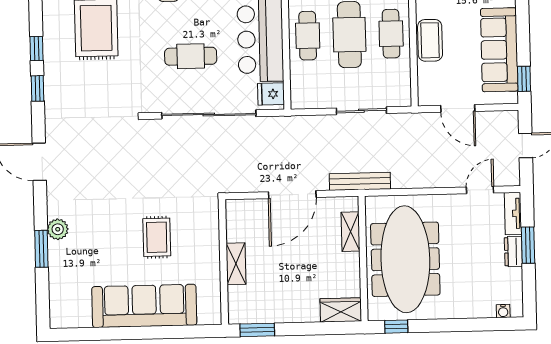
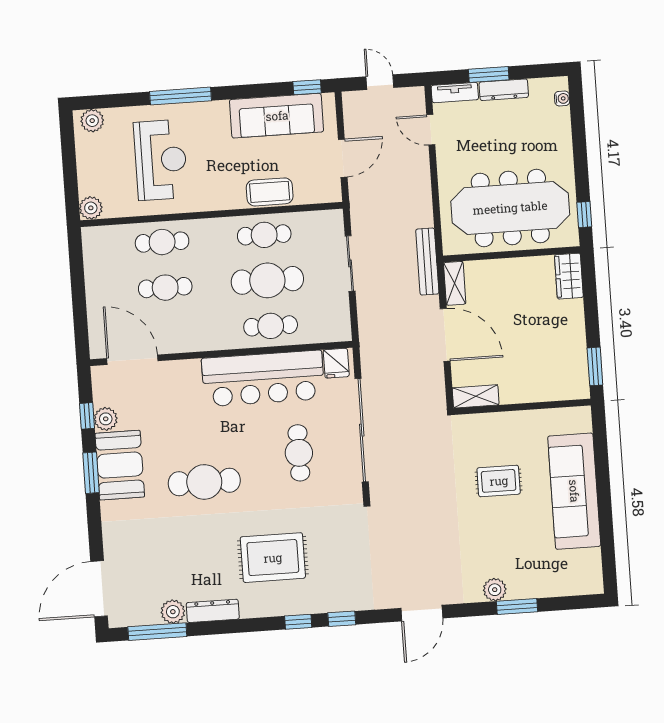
shelving: (350, 232) -> (455, 283), moved, turned 90
dresser: (513, 252) -> (504, 90), width x1.44
shelving: (236, 264) -> (476, 396), moved

